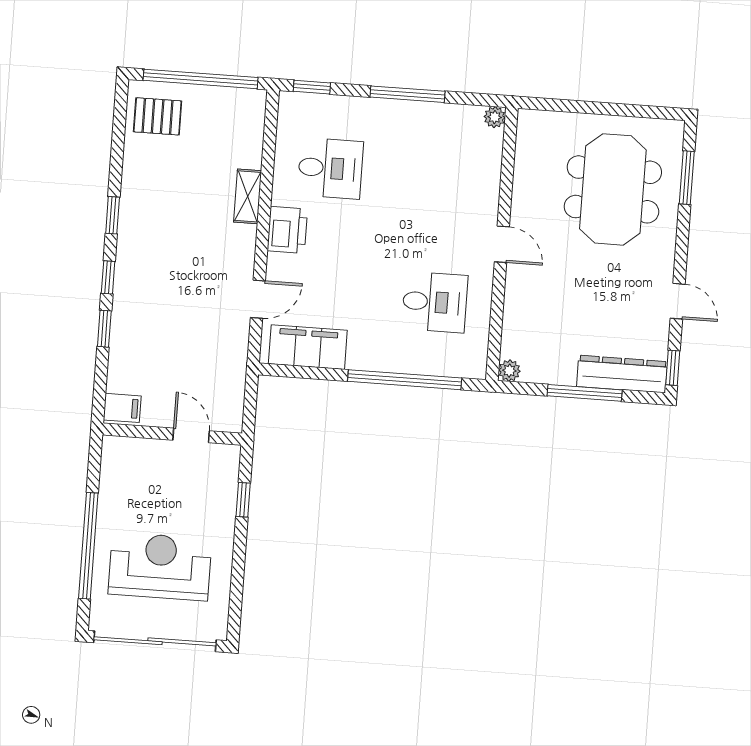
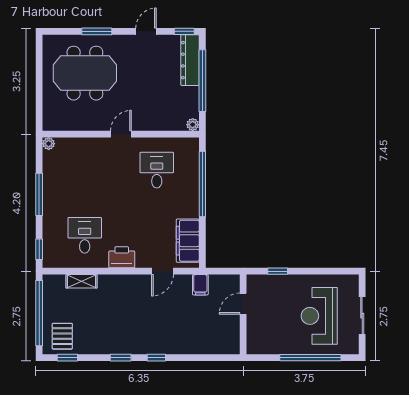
window: (687, 178) -> (97, 31), moved
shelving: (248, 196) -> (82, 281), moved
door: (258, 299) -> (163, 271), swing flipped
window: (104, 329) -> (67, 358), moved
window: (585, 393) -> (202, 81), width x1.46
filing cabinet: (122, 408) -> (200, 285), moved, turned 180
sliding door: (155, 641) -> (362, 316), width x0.54

